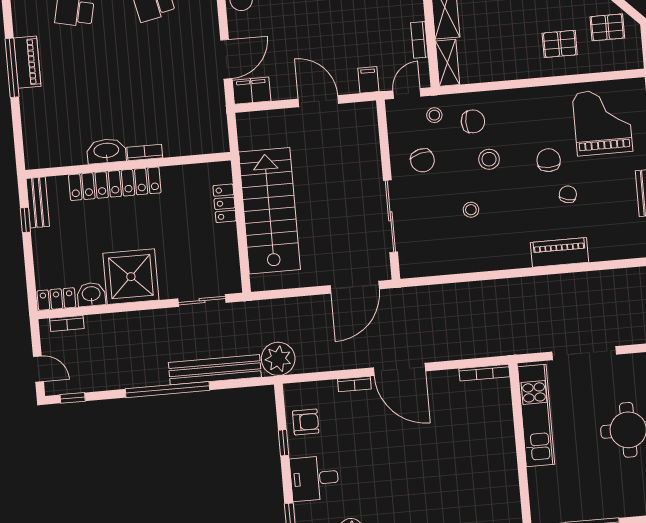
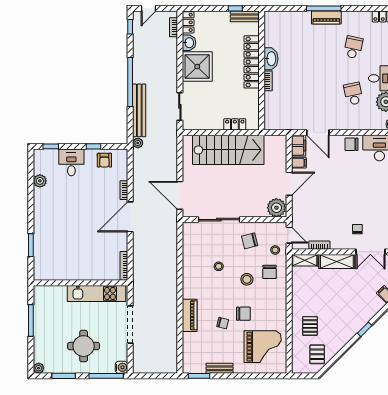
filing cabinet: (368, 80) -> (299, 163), moved
plant: (362, 119) -> (276, 208), added
plant: (278, 359) -> (138, 143), width x0.53, depth x0.53

